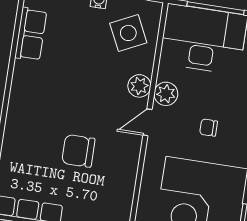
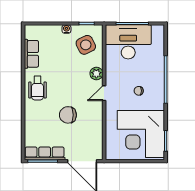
plant: (166, 94) -> (112, 76), removed
wheelchair: (32, 96) -> (37, 88), added

